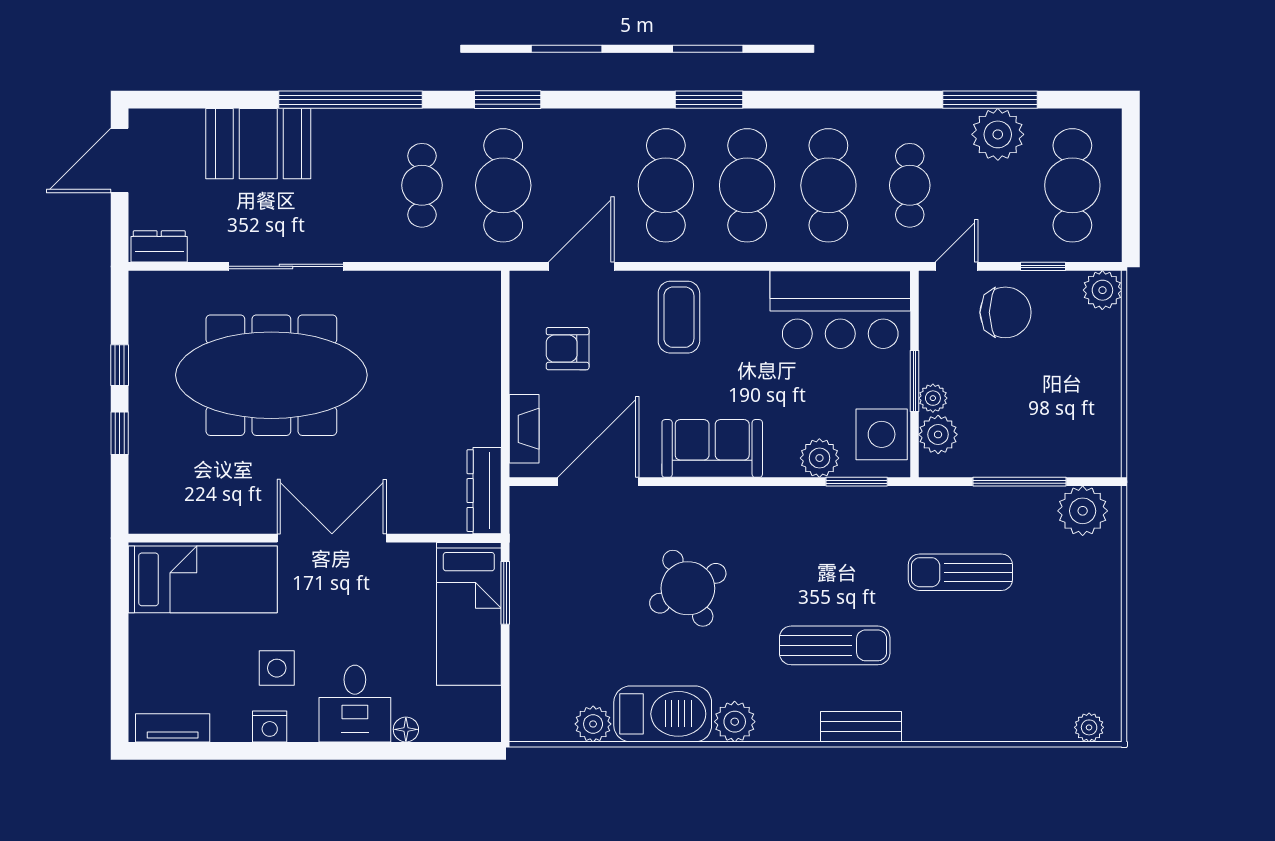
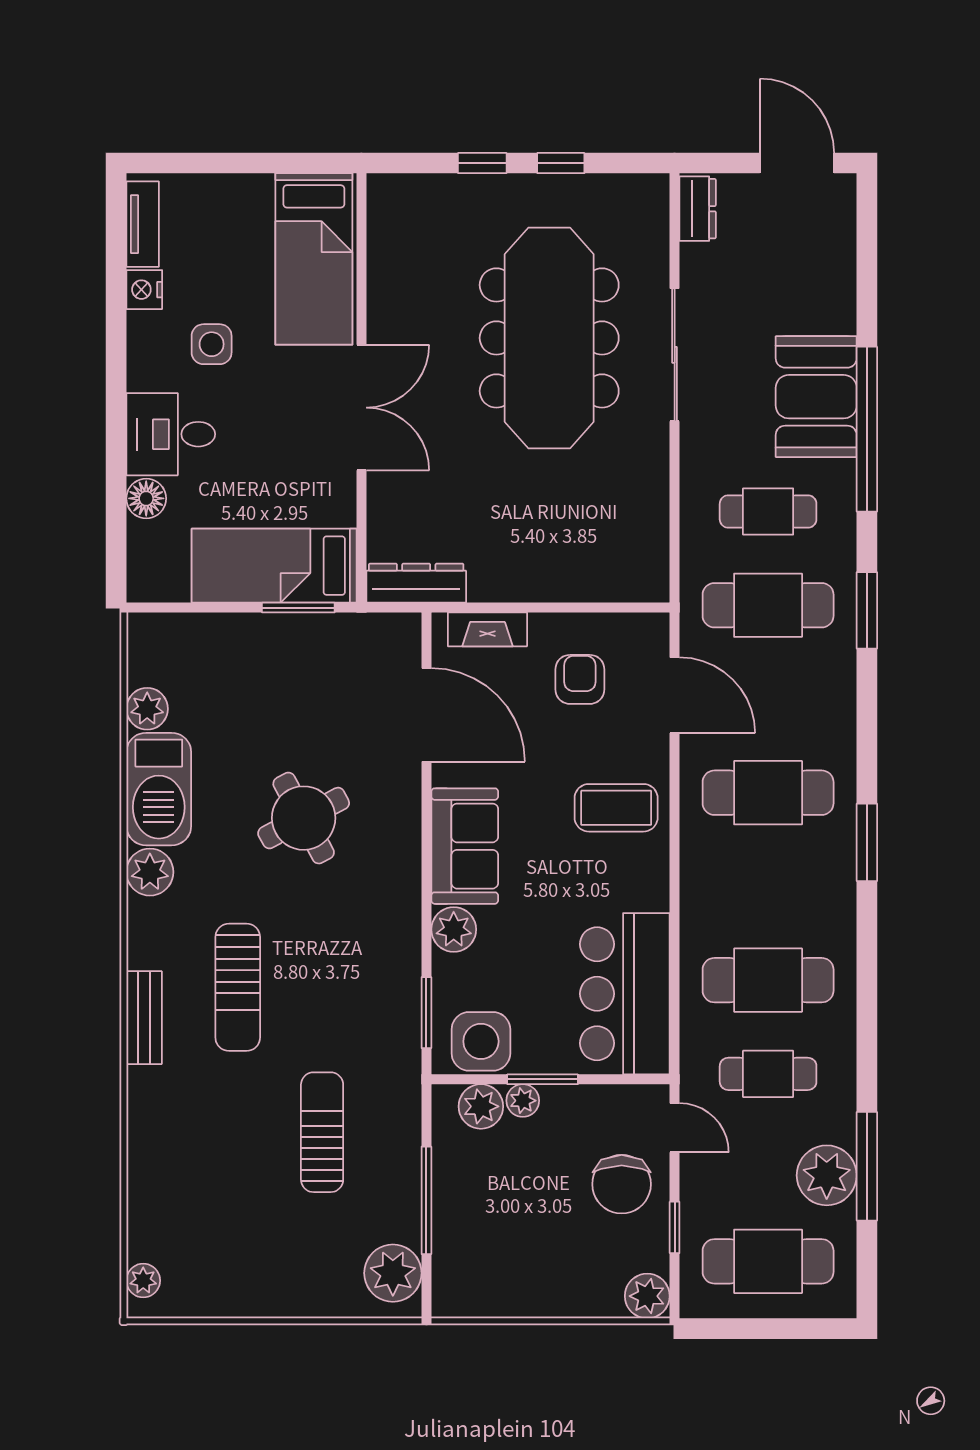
booth: (258, 144) -> (816, 397), moved
cafe table: (747, 185) -> (768, 886), removed
plant: (819, 458) -> (454, 929), moved
nightstand: (270, 726) -> (144, 290), moved
floor lamp: (406, 729) -> (146, 498), width x1.37, depth x1.37

